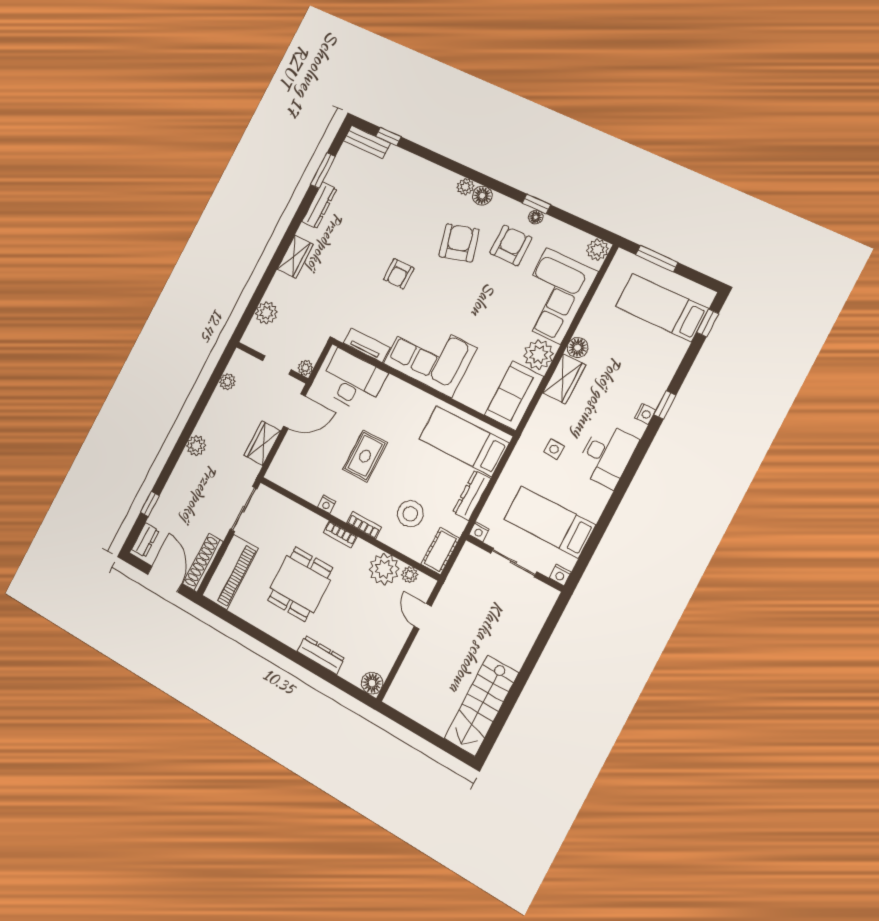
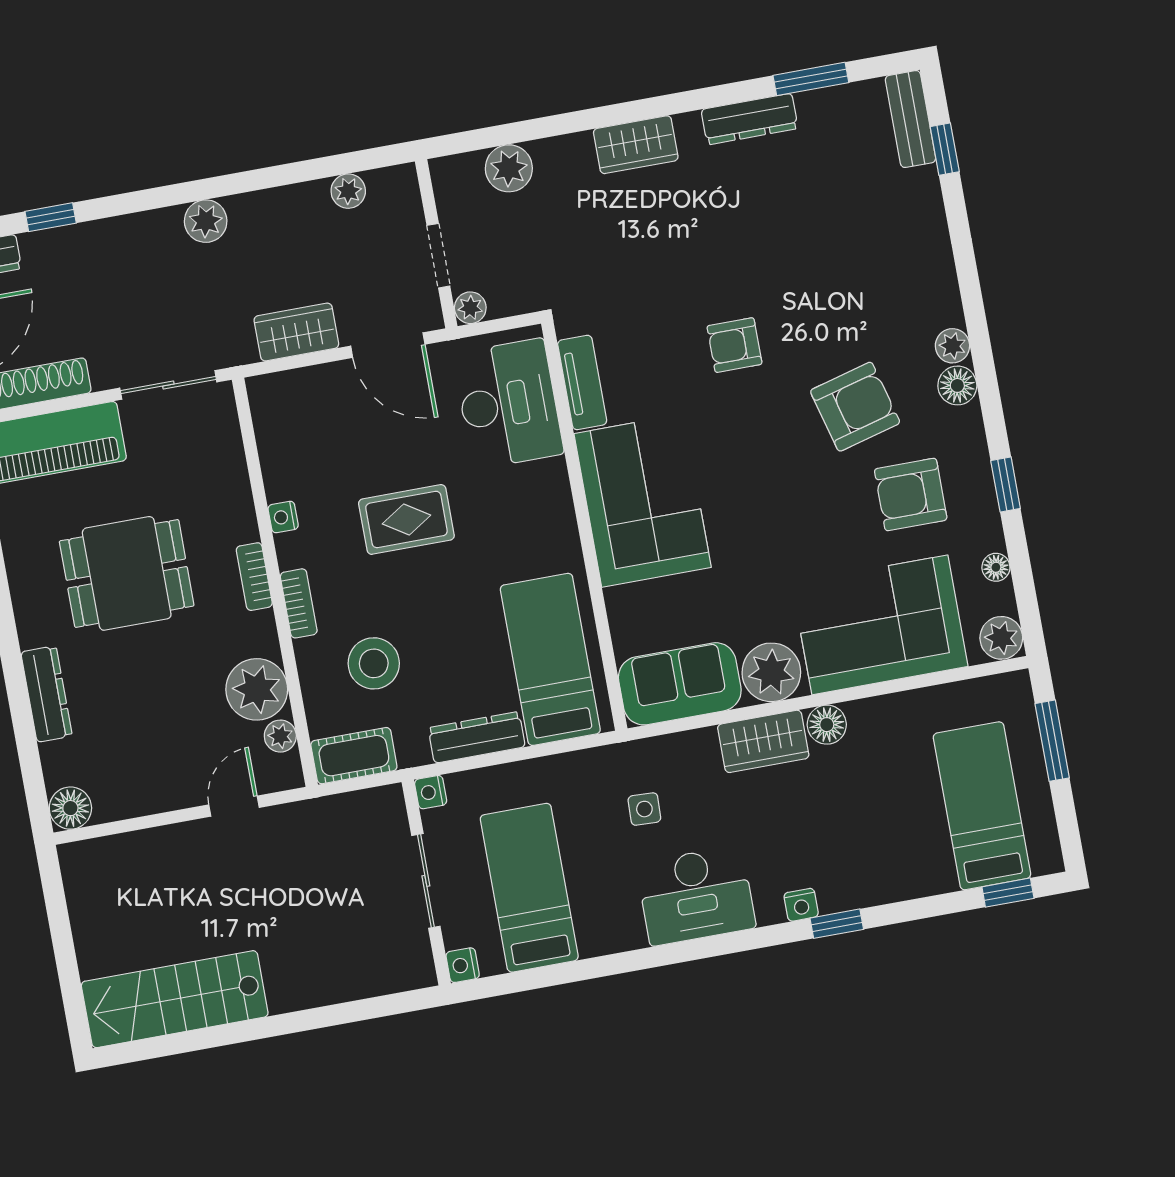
floor lamp: (536, 217) -> (996, 567), moved
armchair: (511, 245) -> (911, 494), turned 180

